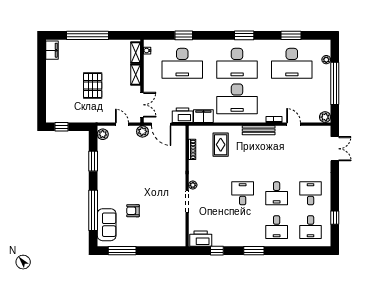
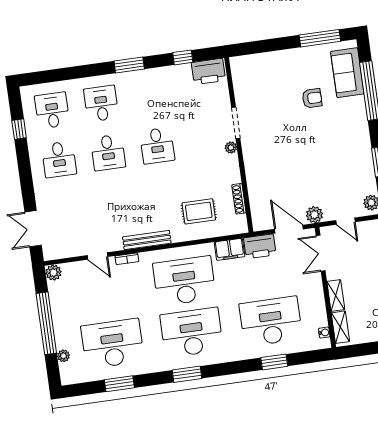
rug: (221, 145) -> (199, 211), turned 90
desk: (277, 193) -> (108, 153), turned 180

